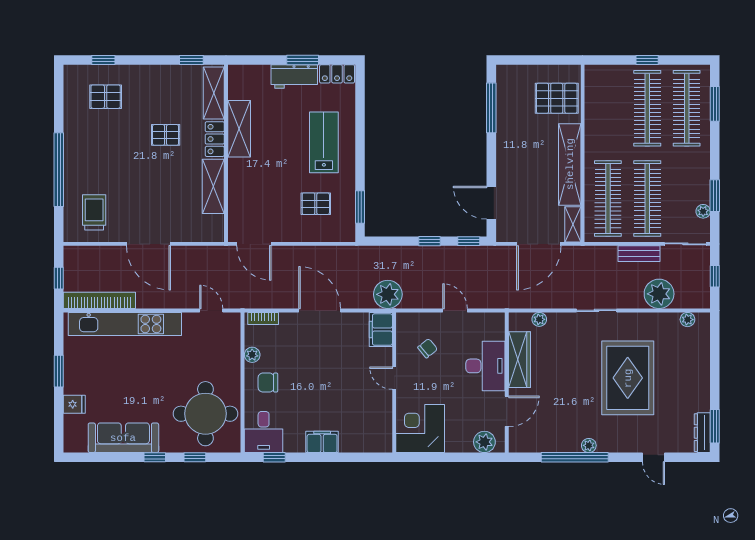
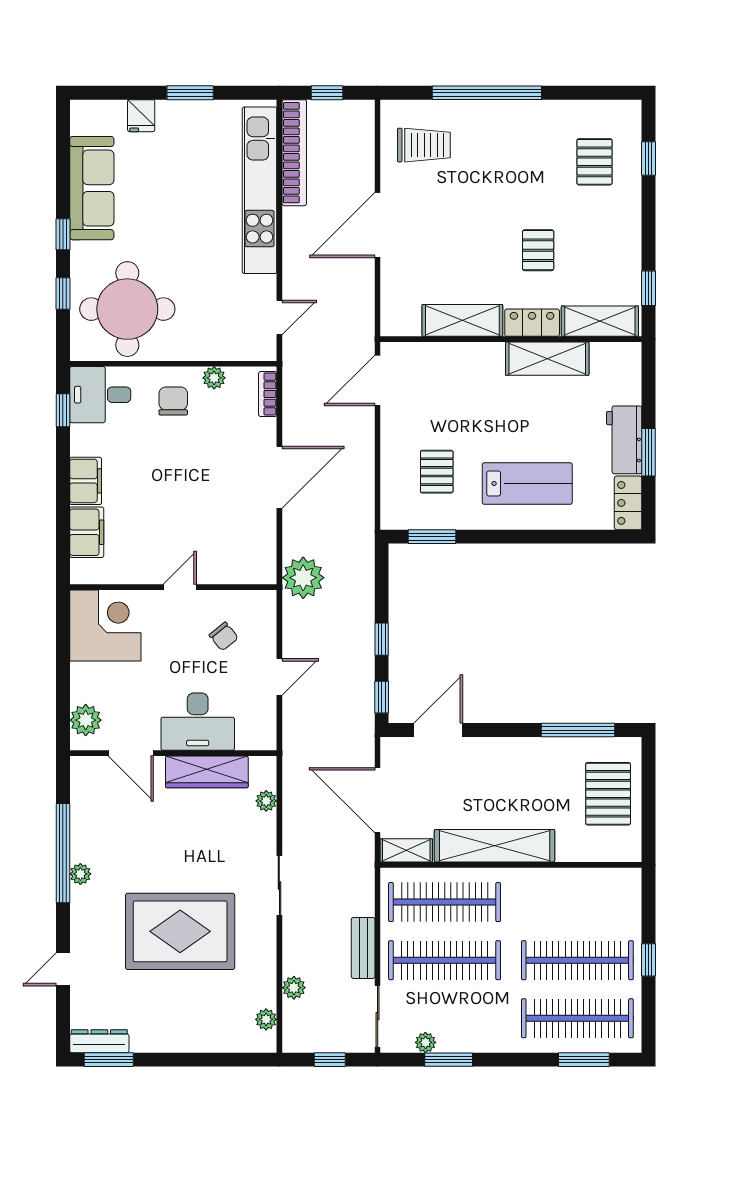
pallet: (557, 98) -> (608, 794), moved
plant: (659, 294) -> (294, 988), width x0.53, depth x0.53
filing cabinet: (381, 330) -> (87, 532), moved, turned 90

